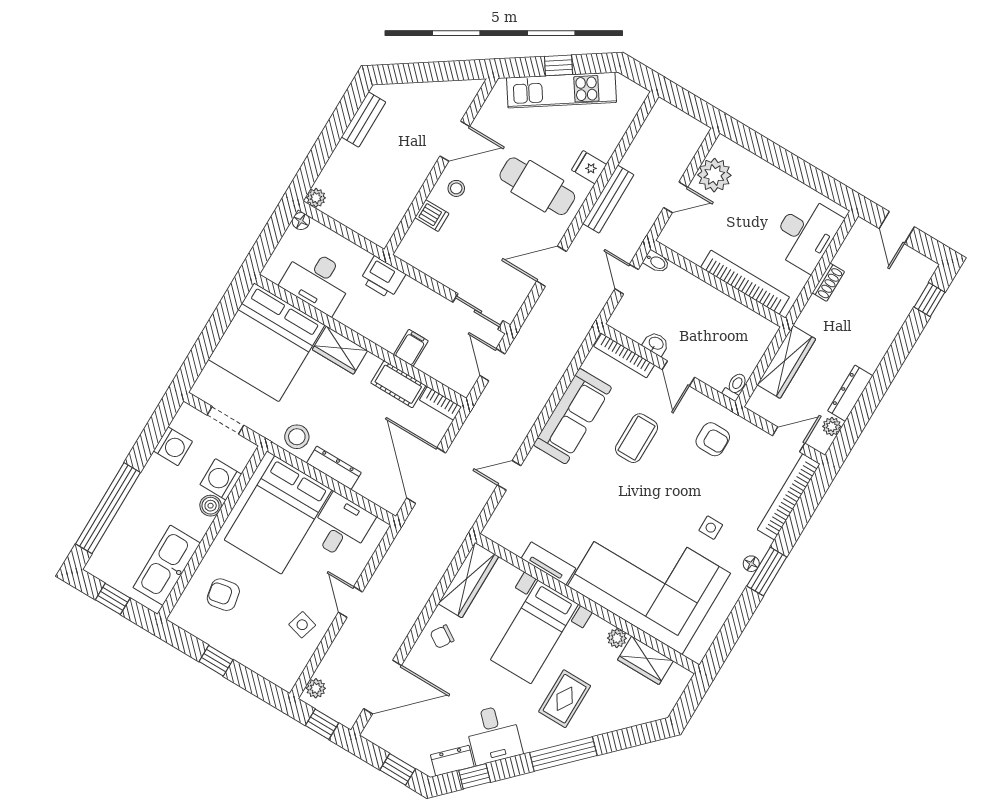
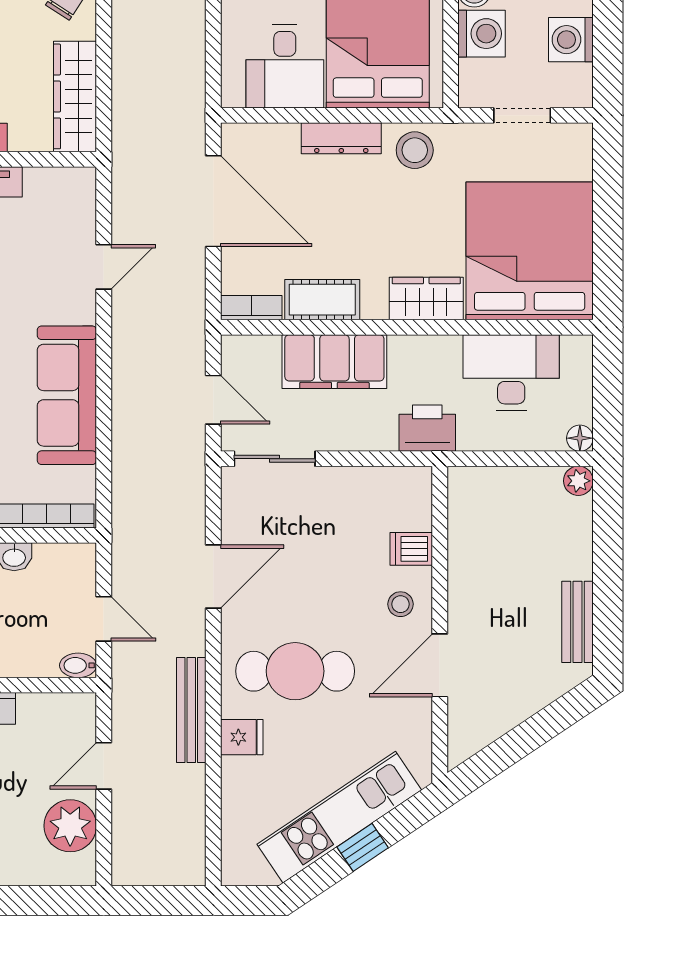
filing cabinet: (411, 348) -> (334, 362), width x3.00, depth x1.17

